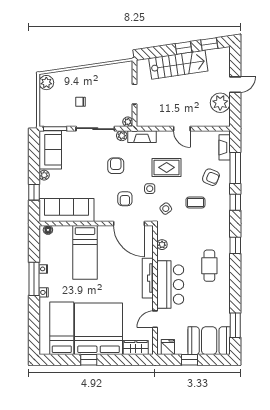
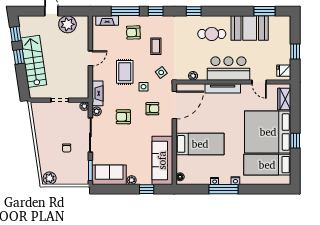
armchair: (211, 177) -> (133, 32), turned -114
booth: (209, 341) -> (250, 28), moved, turned 90

